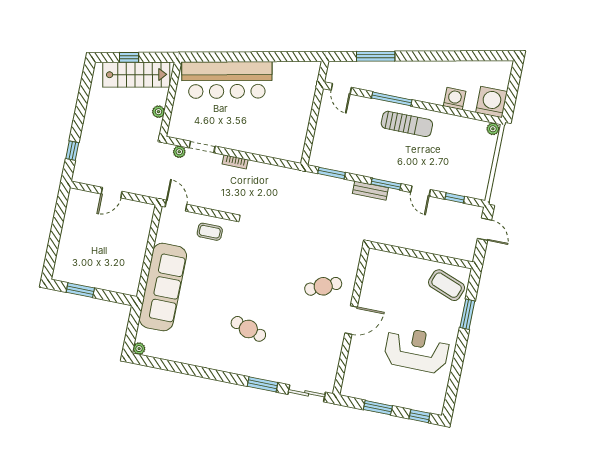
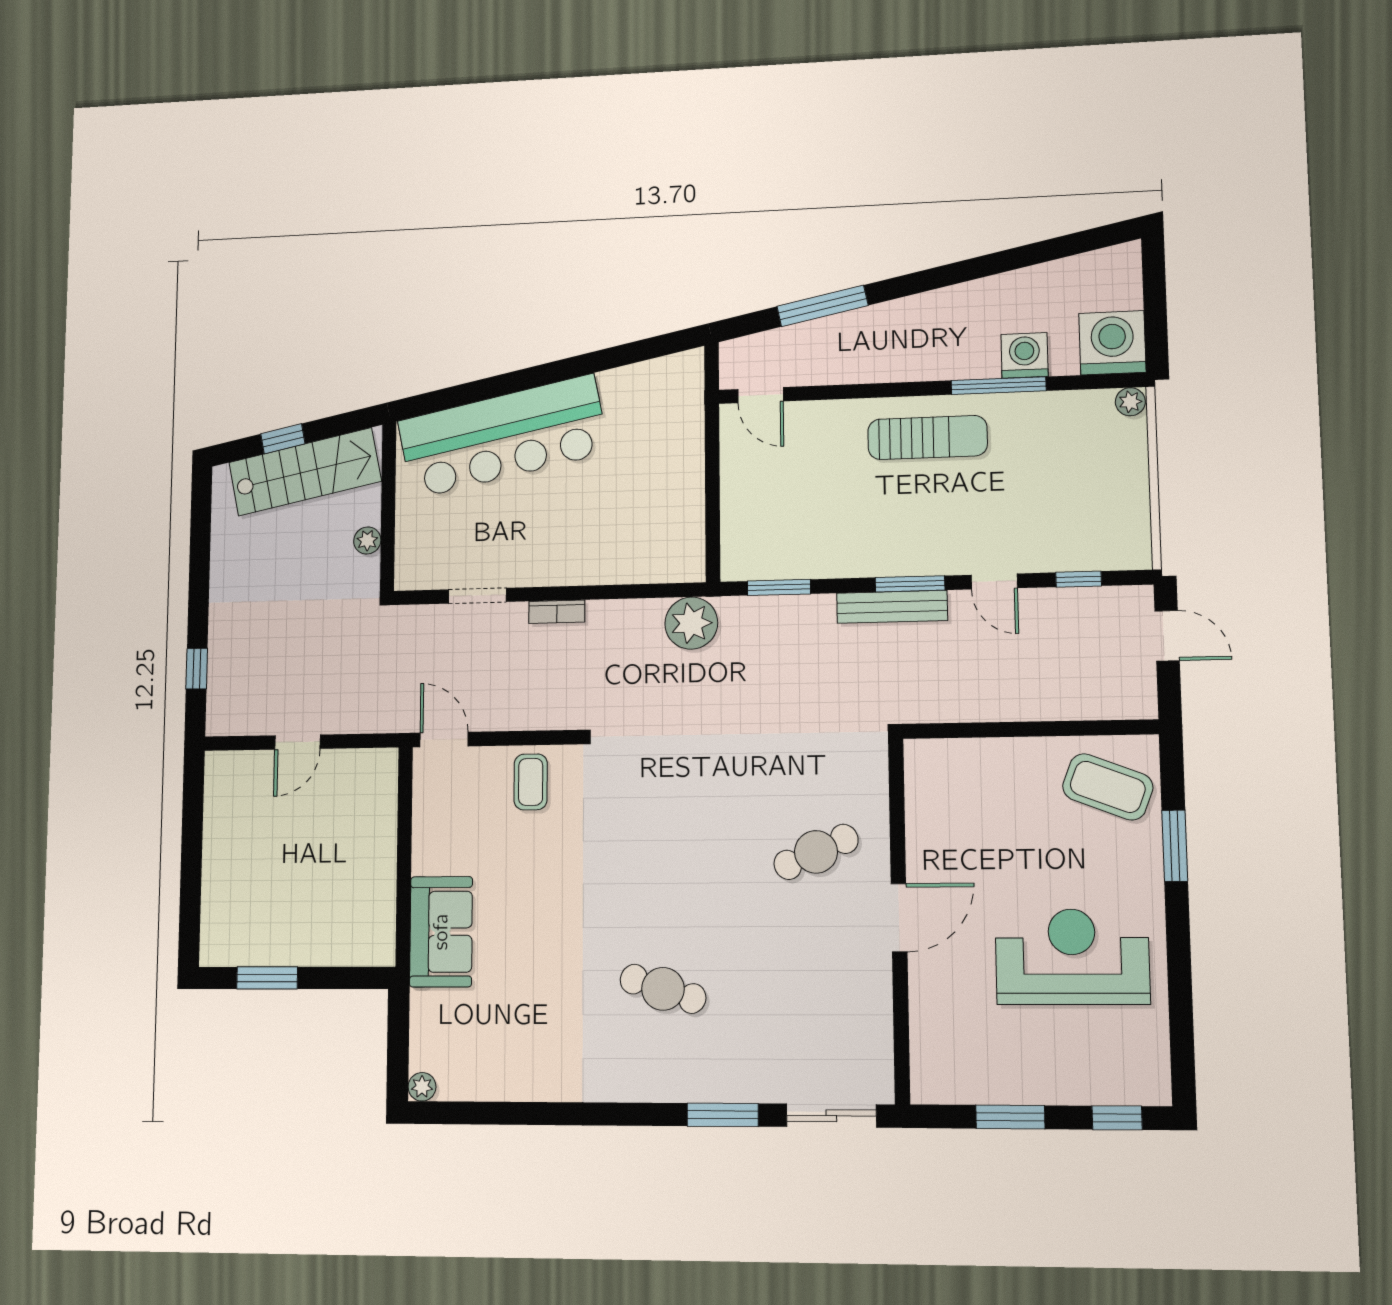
window: (392, 99) -> (998, 386), moved
plant: (179, 152) -> (691, 623), moved, width x1.88, depth x1.88
bench: (370, 191) -> (892, 607), width x1.36
coffee table: (210, 232) -> (531, 782), turned 90
sofa: (163, 287) -> (441, 932), width x0.54, depth x0.79

